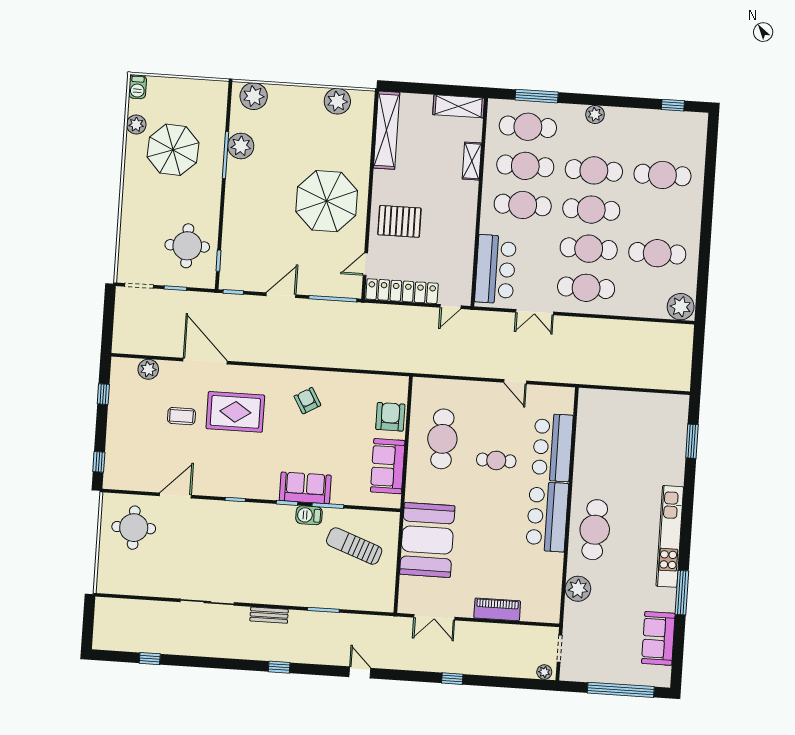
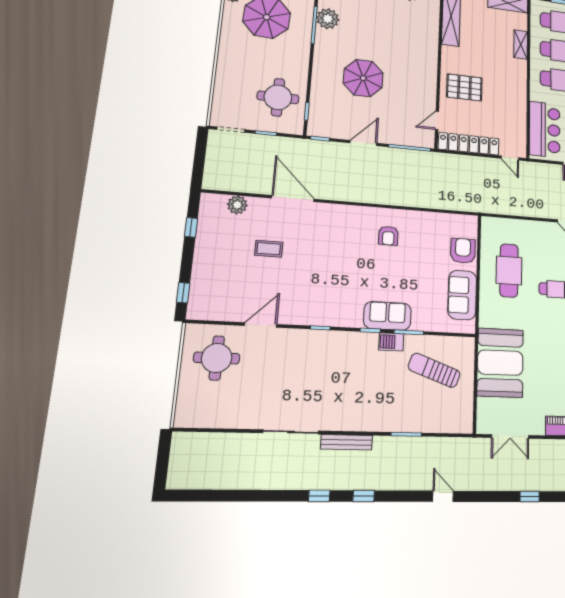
parasol: (327, 201) -> (363, 78), moved, width x0.73, depth x0.73
door: (451, 306) -> (510, 158), hinge flipped
armchair: (307, 401) -> (388, 236), turned -150
rug: (235, 412) -> (321, 245), removed
bench: (269, 615) -> (347, 442), width x1.36
window: (150, 659) -> (319, 496), moved

